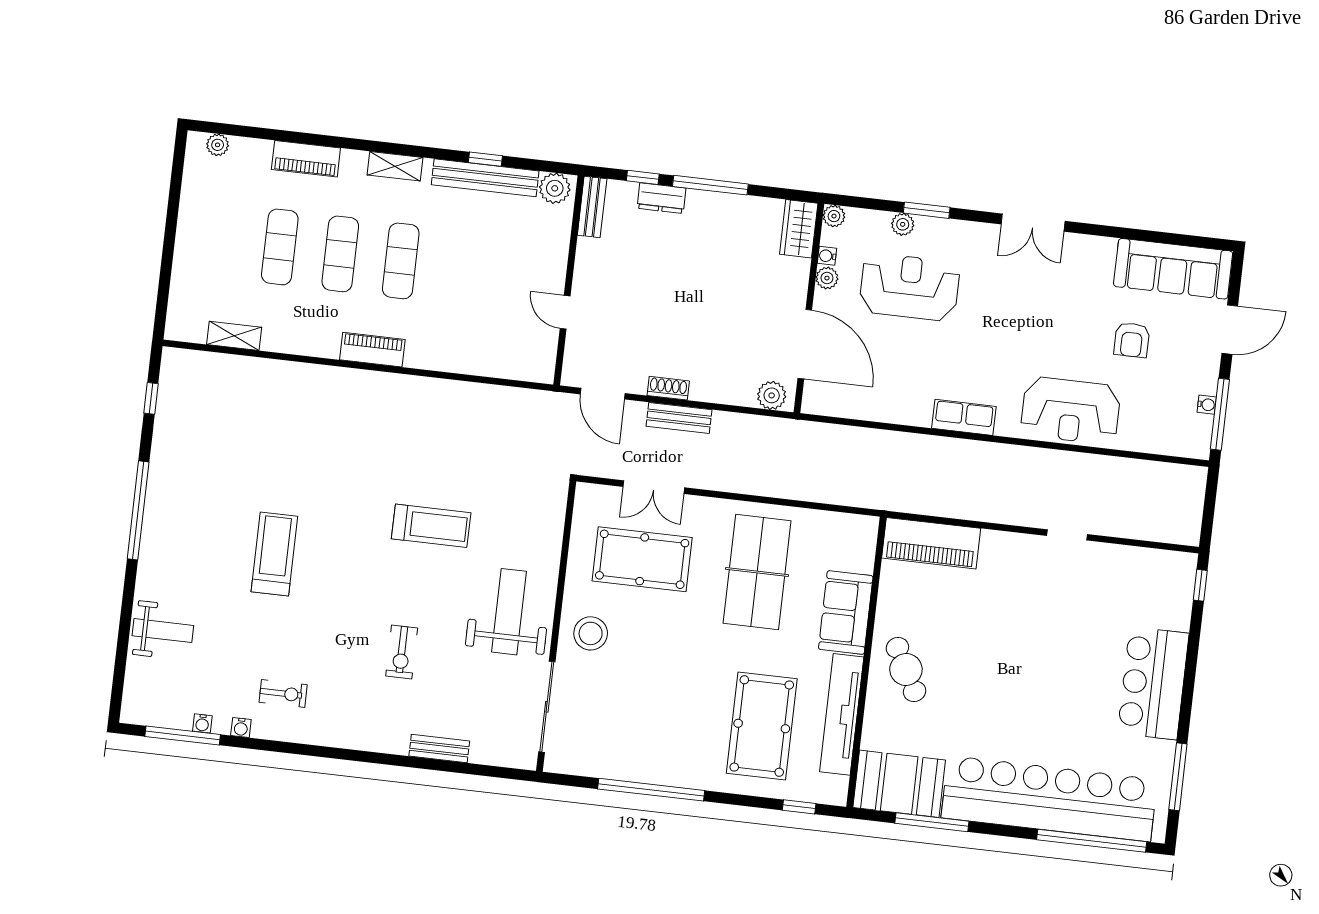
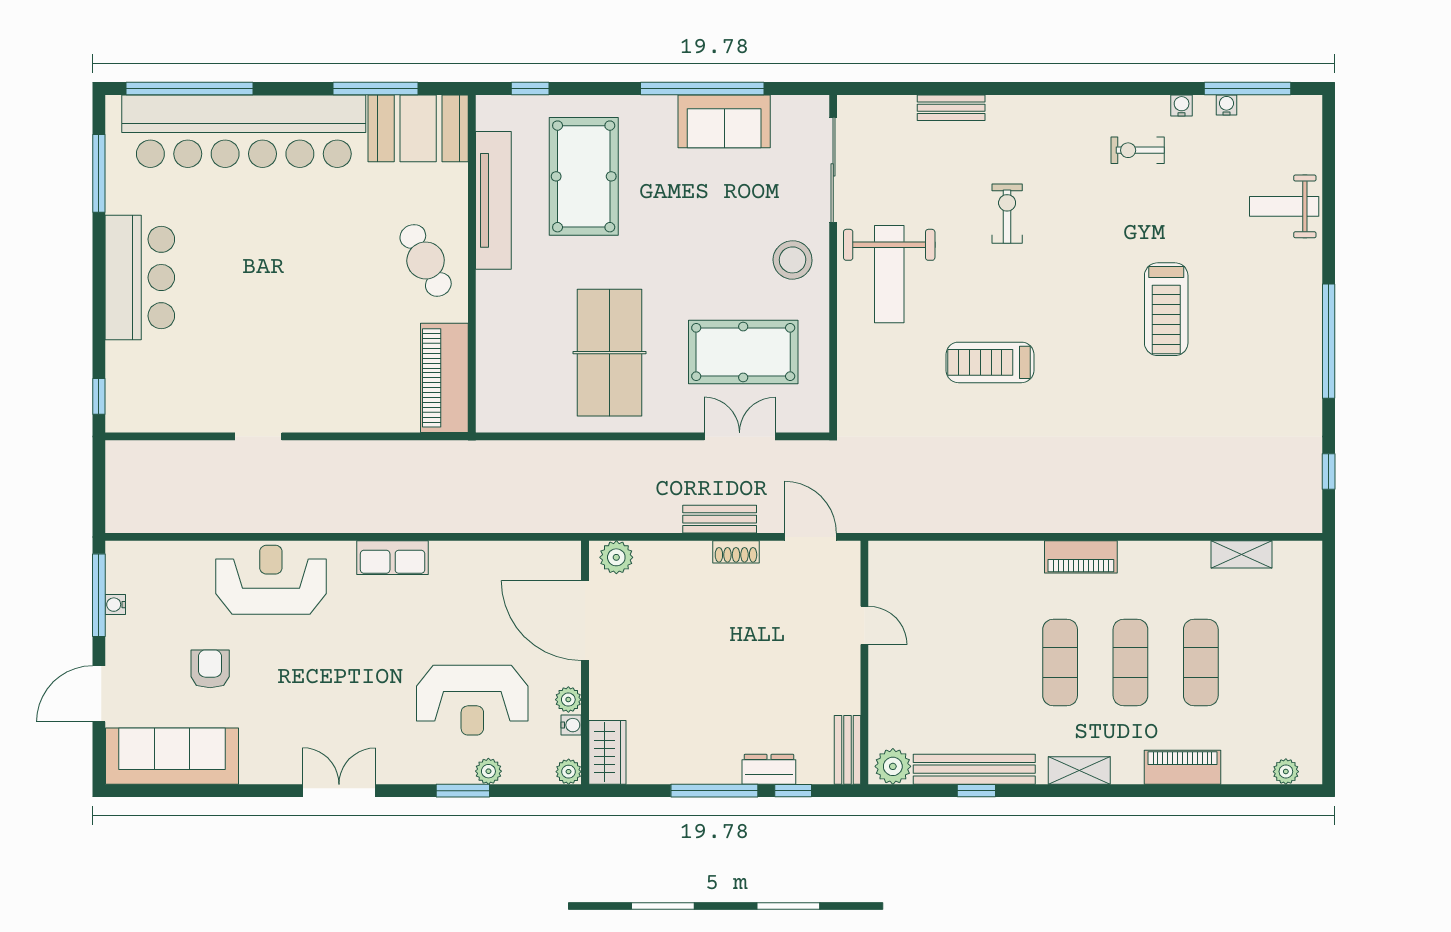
piano: (931, 543) -> (444, 378), moved, turned -90
sofa: (846, 613) -> (724, 121), moved, turned 90

